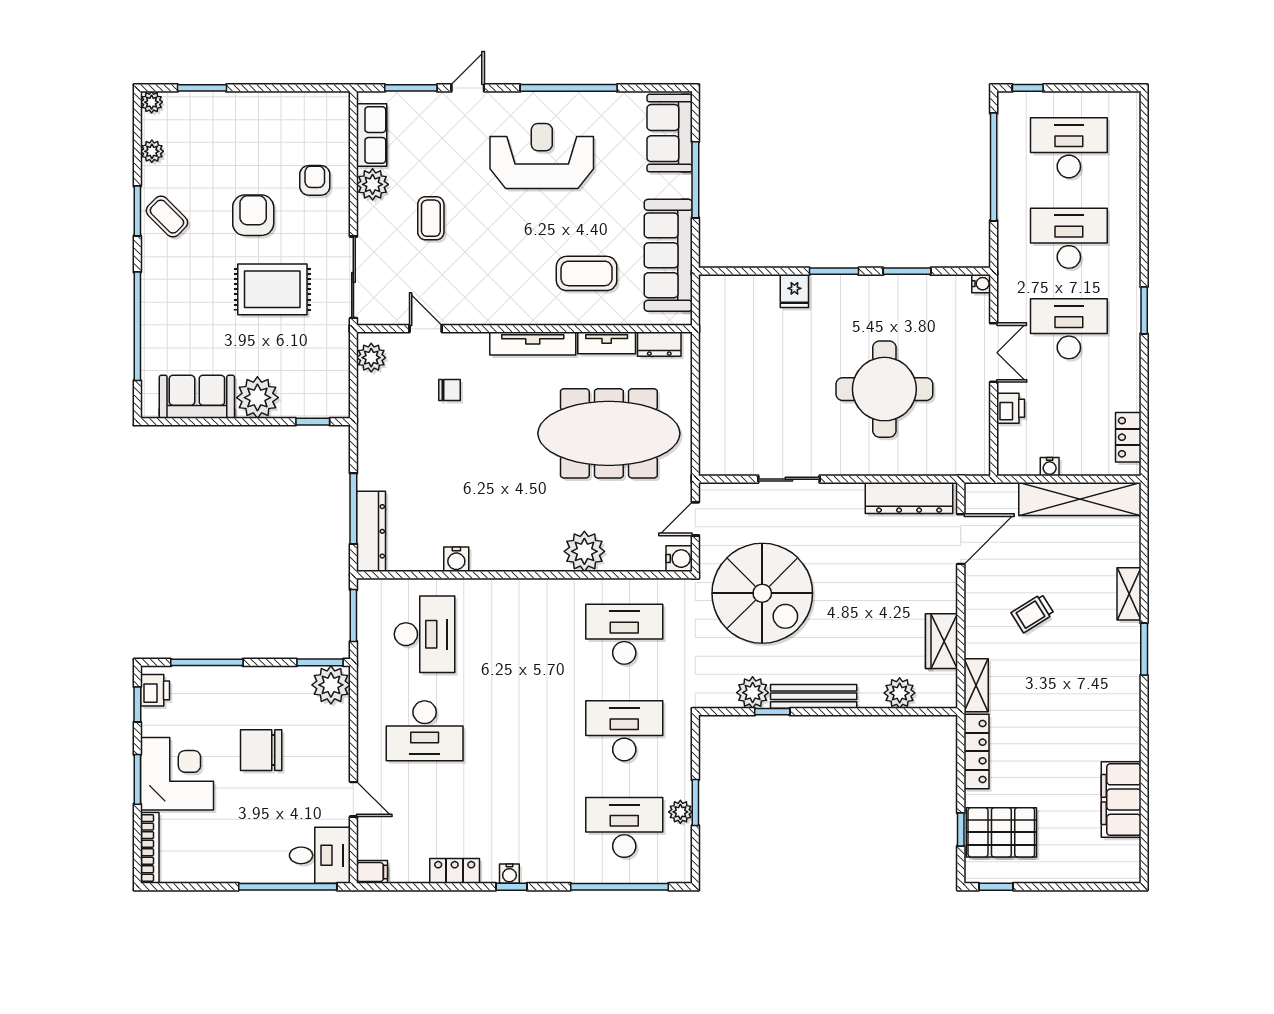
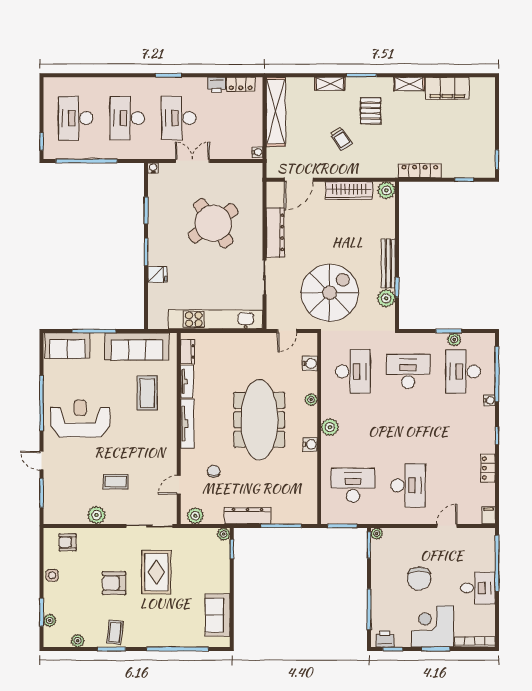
plant: (152, 102) -> (50, 620), moved
side table: (267, 107) -> (52, 575), added
row of seats: (372, 135) -> (68, 515), removed
reception desk: (542, 156) -> (80, 419), turned 90
armchair: (315, 180) -> (68, 542), moved
coffee table: (167, 217) -> (115, 632), turned -38
round table: (884, 389) -> (213, 223), turned -35
kitchen unit: (716, 393) -> (216, 319), added
plant: (257, 398) -> (224, 534), moved, width x0.53, depth x0.53
printer: (1011, 408) -> (217, 85), moved, turned 180
meeting table: (609, 433) -> (259, 420), moved
water cooler: (1050, 467) -> (257, 152), moved
dresser: (909, 498) -> (275, 232), moved
door: (695, 519) -> (287, 331), hinge flipped
dresser: (371, 531) -> (247, 516), moved
door: (961, 539) -> (299, 180), swing flipped
plant: (584, 551) -> (311, 400), width x0.53, depth x0.53
water cooler: (456, 559) -> (310, 444), moved
water cooler: (679, 559) -> (310, 363), moved, turned 90
plant: (527, 594) -> (330, 427), added
desk: (624, 634) -> (353, 371), turned 180
wardrobe: (942, 641) -> (349, 191), width x1.50
plant: (331, 685) -> (377, 534), width x0.53, depth x0.53
shelving: (976, 685) -> (409, 84), moved
plant: (900, 693) -> (386, 190), moved
desk: (624, 731) -> (408, 371), turned 90
pallet: (1001, 832) -> (371, 111), moved, width x0.67, depth x0.71
desk: (320, 855) -> (478, 588), moved, turned 90
water cooler: (509, 874) -> (489, 400), moved

